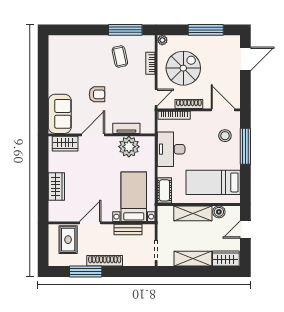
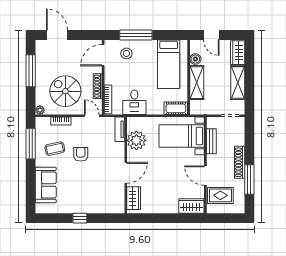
window: (43, 84) -> (80, 218), added
armchair: (97, 94) -> (81, 154), moved
sofa: (60, 114) -> (46, 185), moved, turned 90
tv unit: (126, 128) -> (120, 129), moved
door: (93, 135) -> (126, 173), swing flipped
desk: (171, 149) -> (134, 102), width x0.73
wardrobe: (56, 186) -> (191, 206), moved

